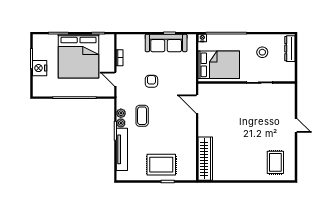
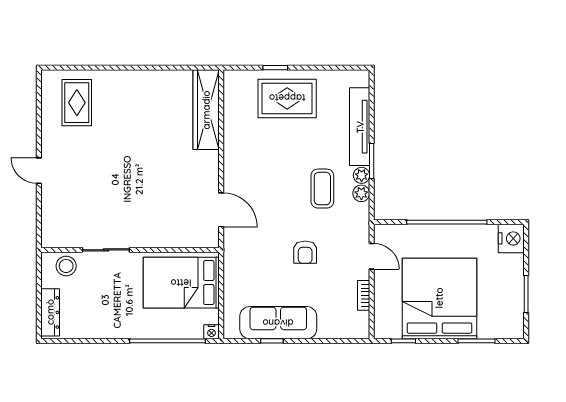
stool: (262, 52) -> (66, 266), moved
nightstand: (40, 68) -> (511, 238), moved

